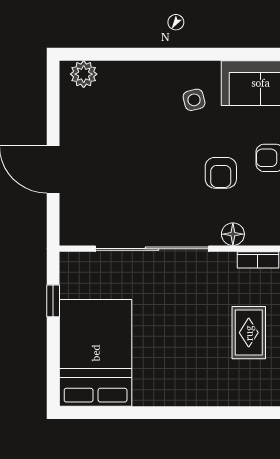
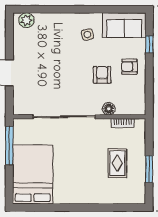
armchair: (221, 173) -> (102, 75), turned 180
window: (53, 301) -> (9, 146), width x2.17

